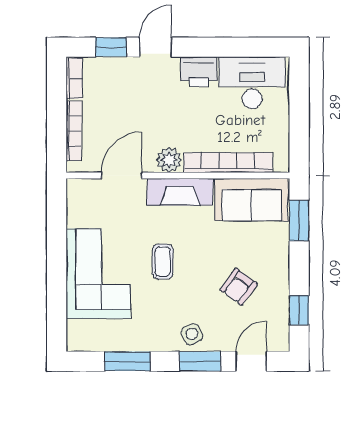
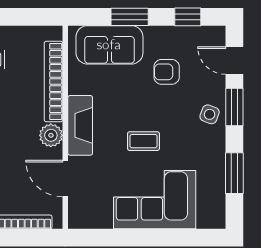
sofa: (251, 200) -> (109, 45), moved, turned 90
window: (299, 221) -> (130, 17), moved
armchair: (239, 287) -> (167, 72), turned 144
side table: (192, 334) -> (210, 114), turned 45

